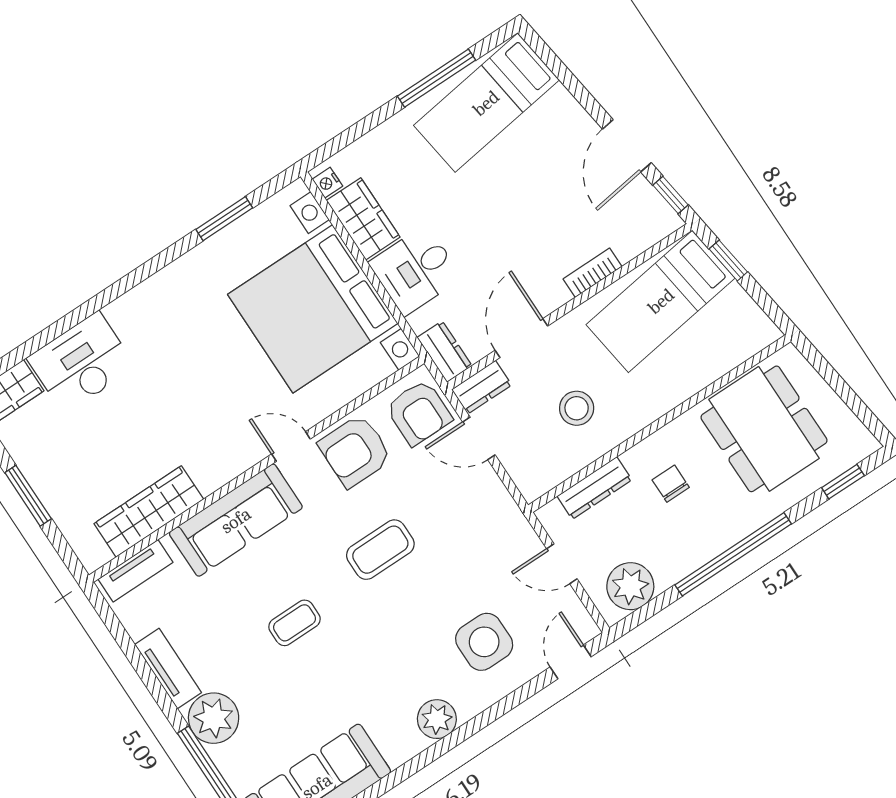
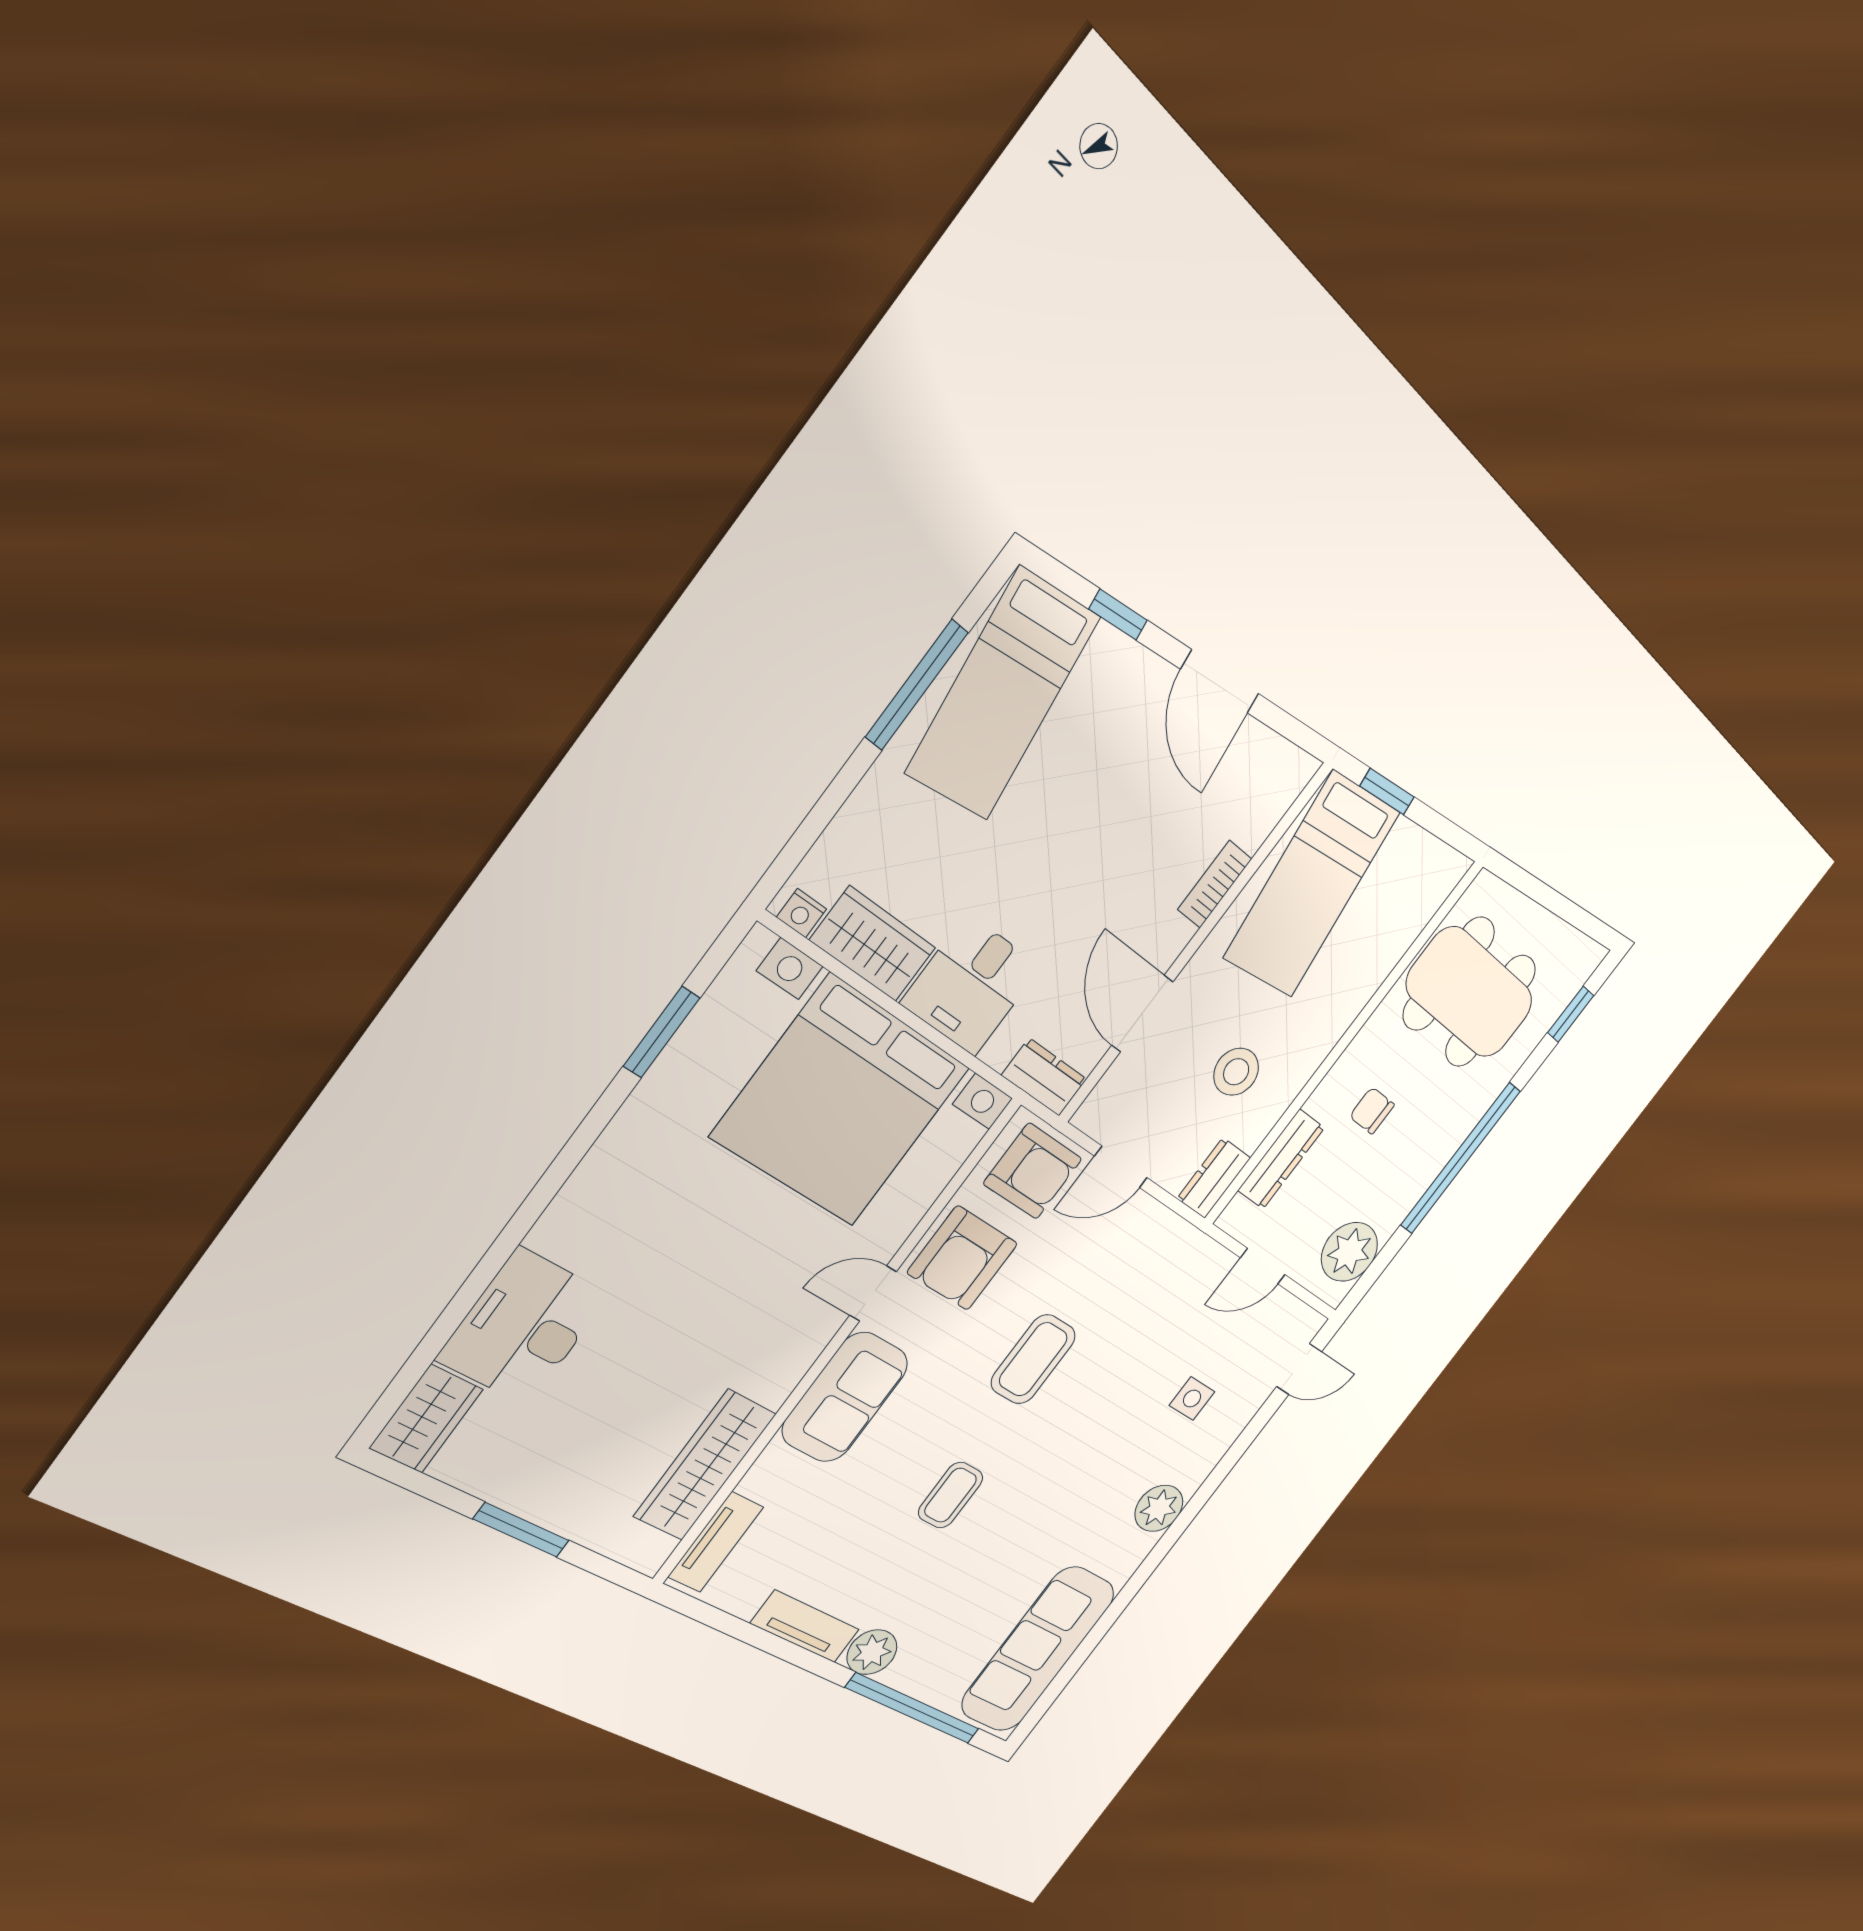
window: (670, 195) -> (1118, 615), moved
dresser: (482, 387) -> (1214, 1178), moved, turned 180
sofa: (236, 520) -> (845, 1397), width x0.73
side table: (484, 642) -> (1192, 1399), width x0.54, depth x0.54
door: (571, 662) -> (1299, 1369), swing flipped
plant: (214, 718) -> (872, 1652), width x0.73, depth x0.73

